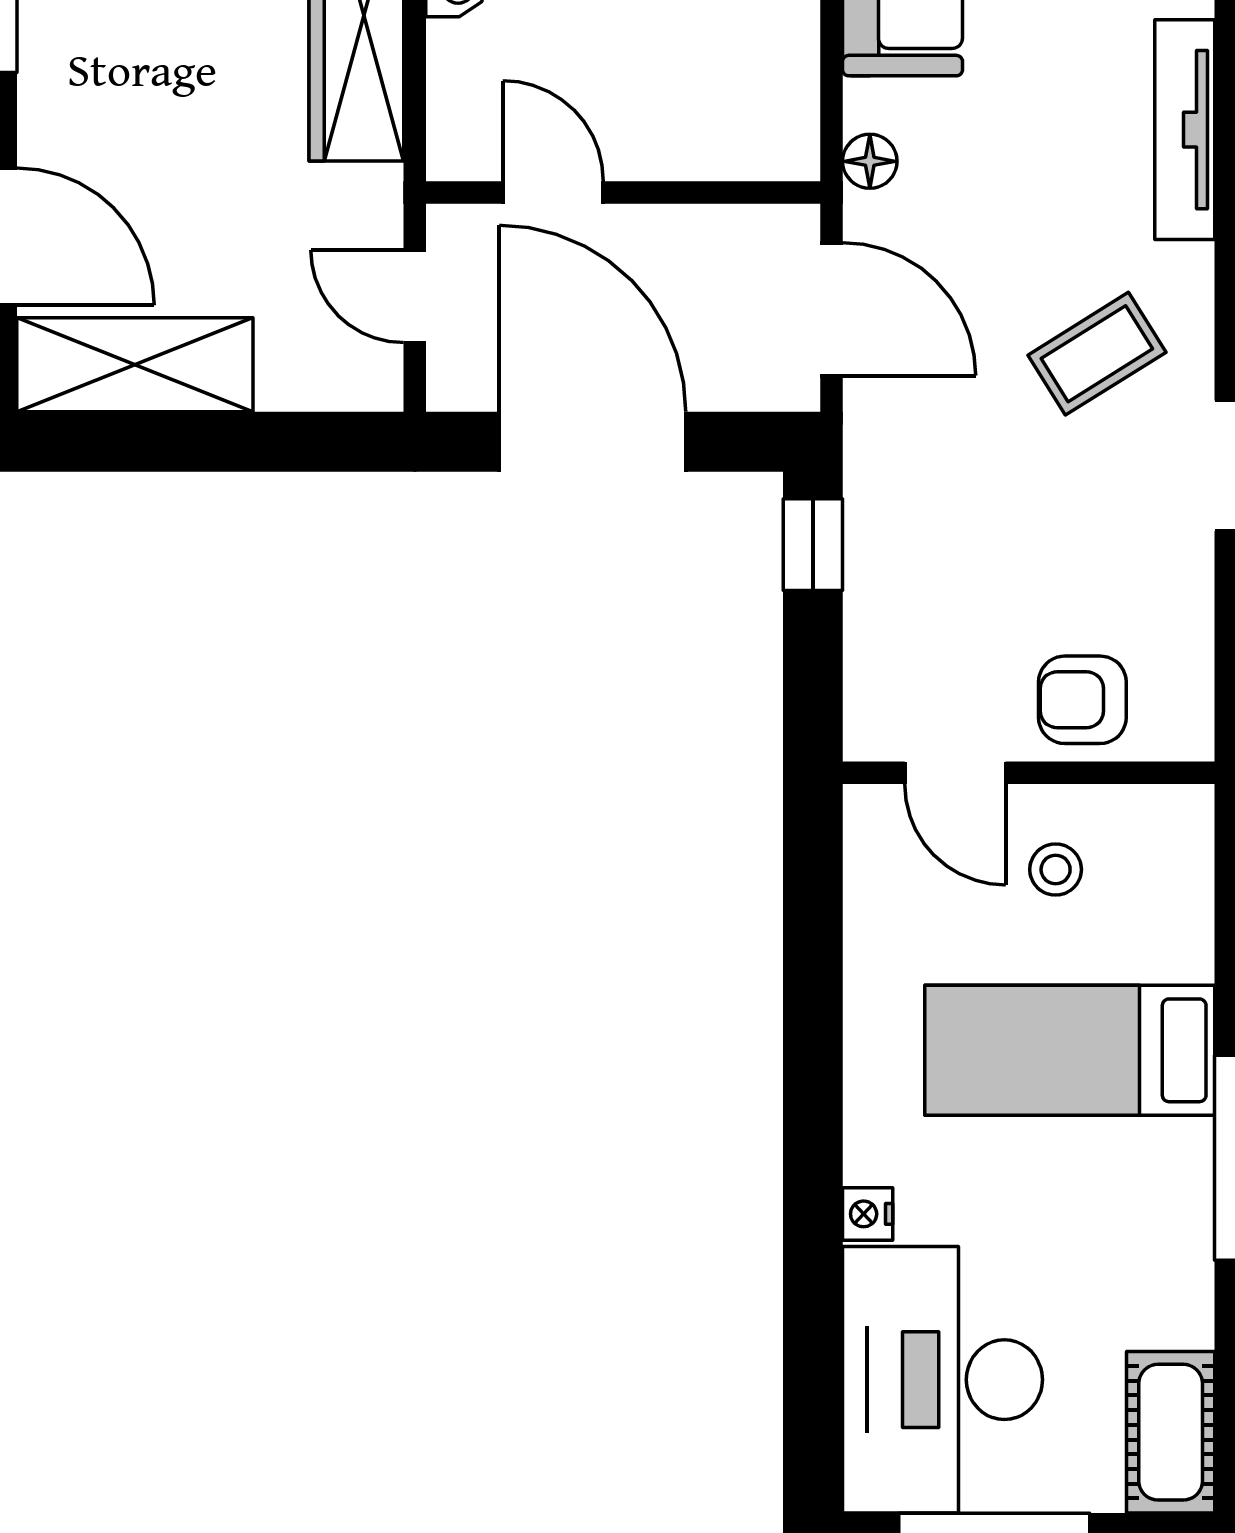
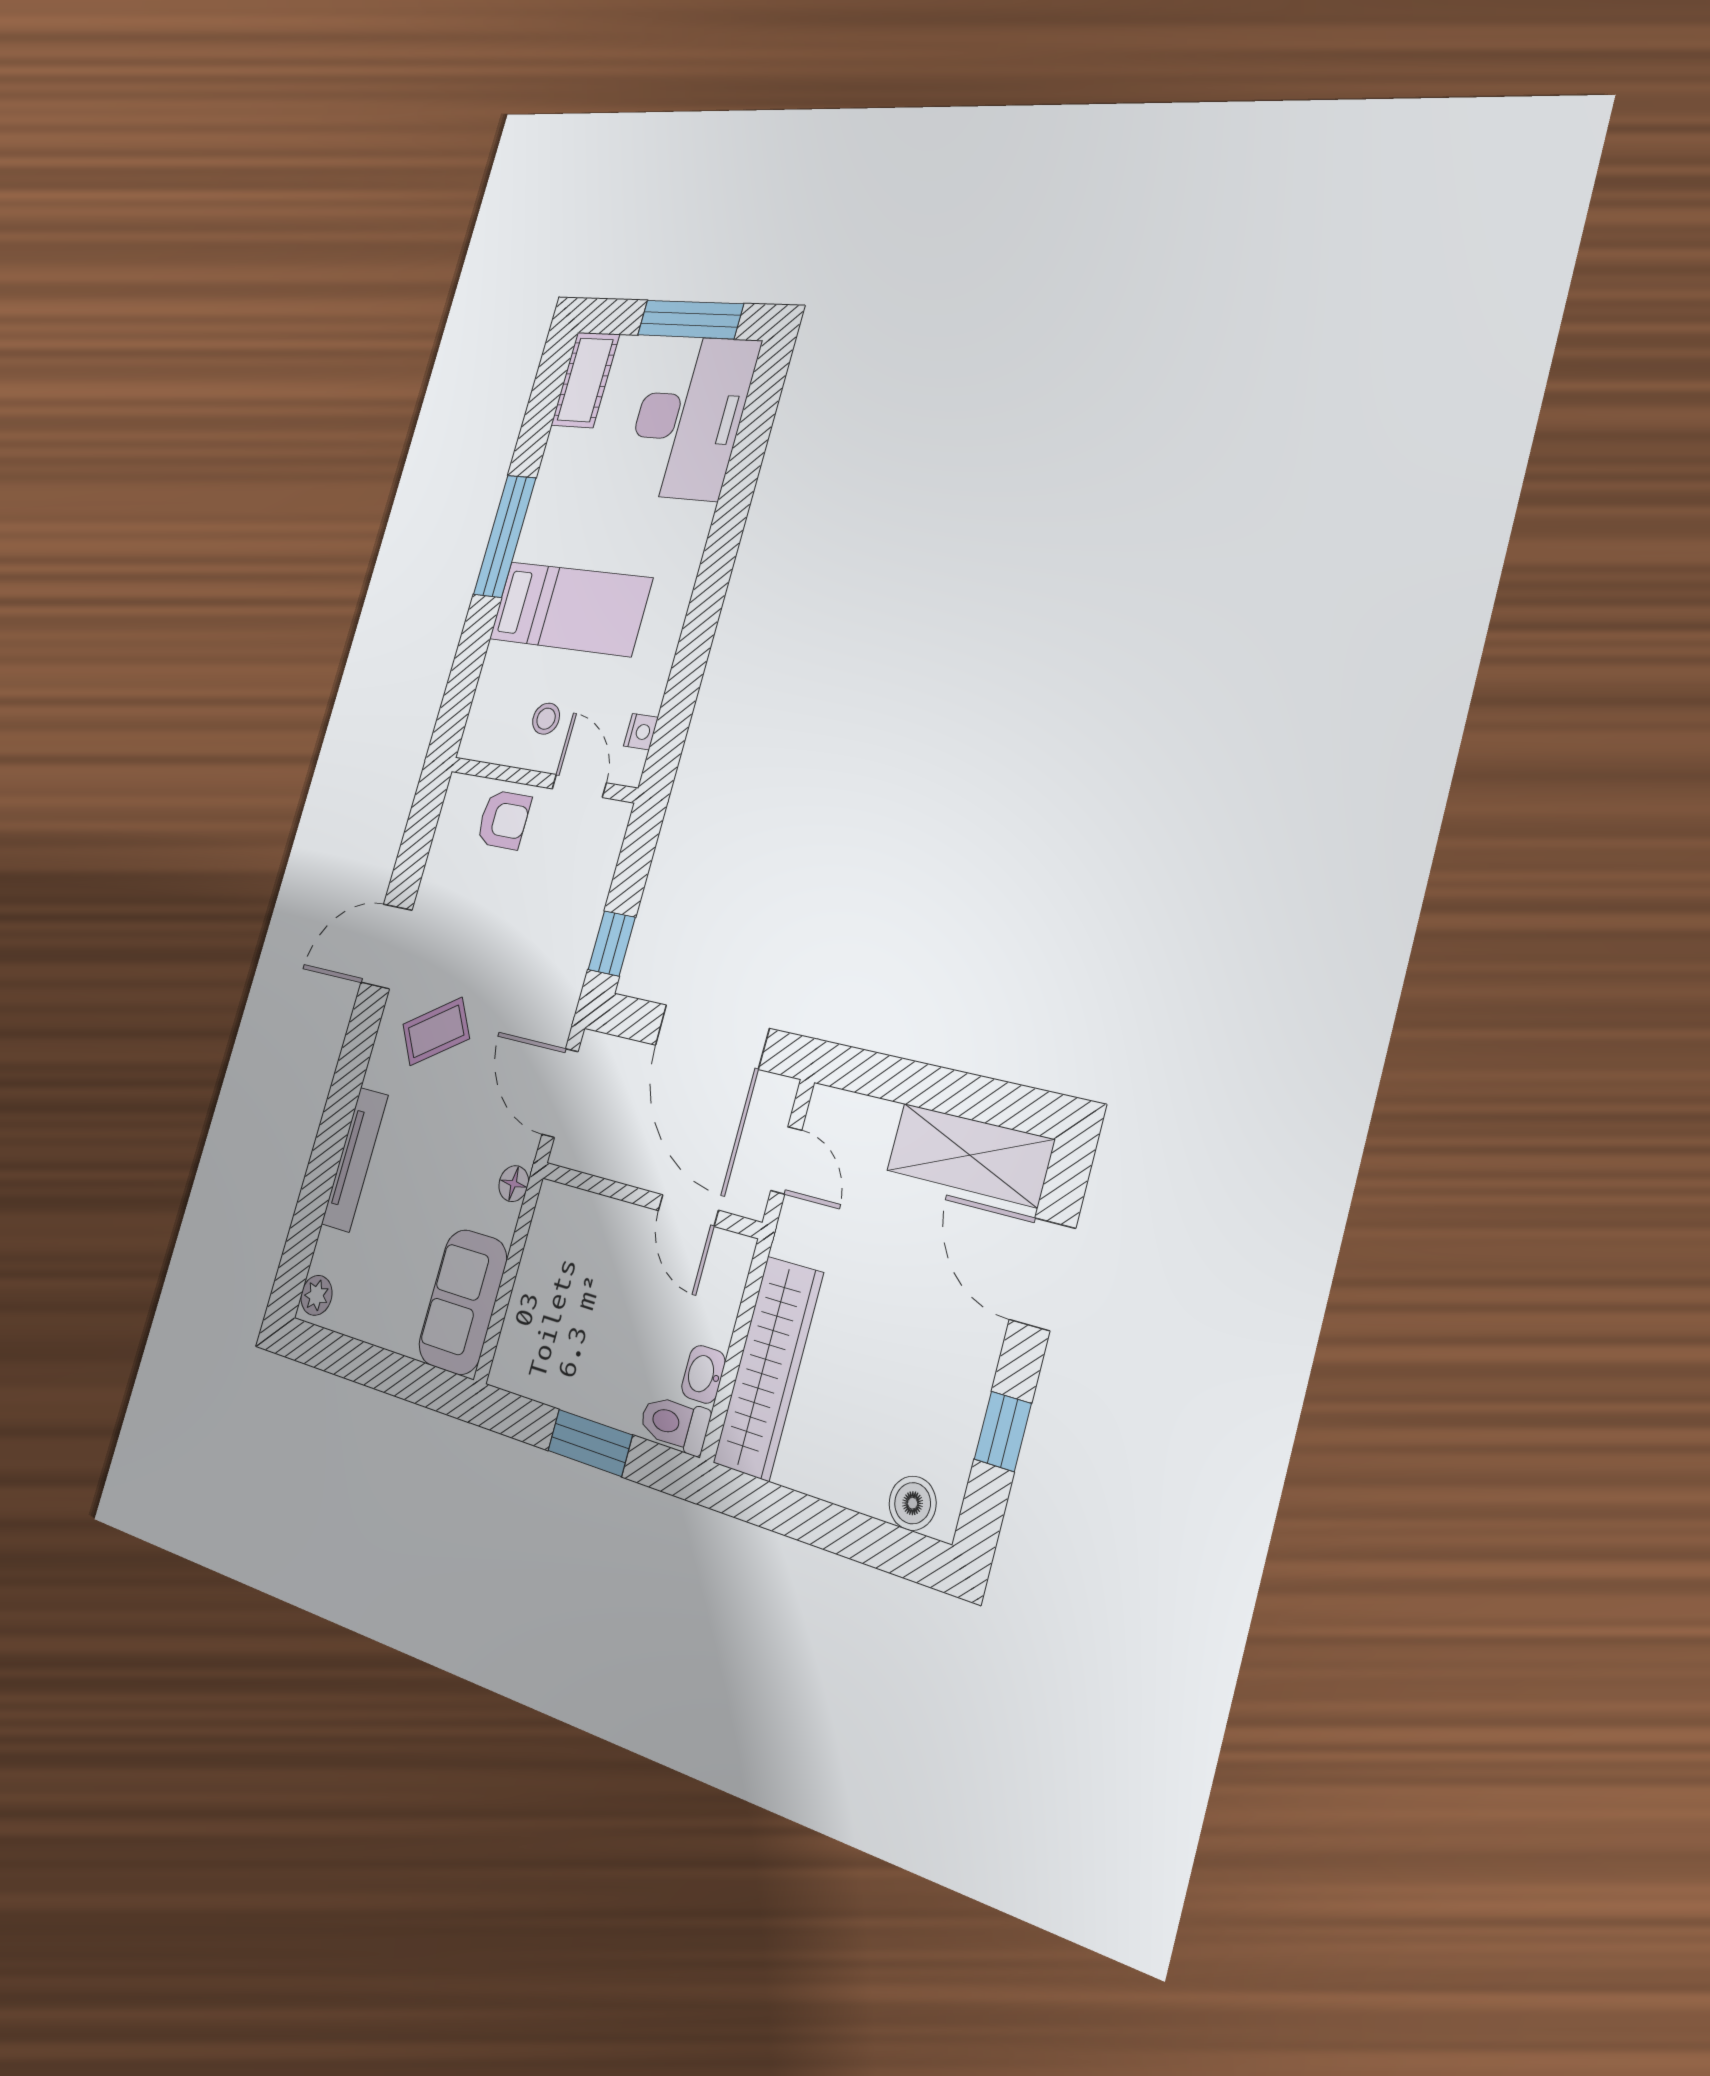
nightstand: (868, 1214) -> (641, 732), moved

